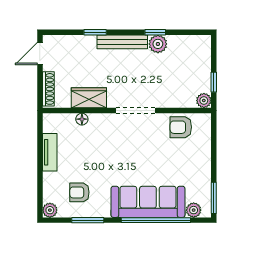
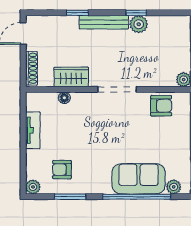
armchair: (181, 127) -> (161, 106), turned 180
sofa: (148, 202) -> (139, 179), width x0.73

